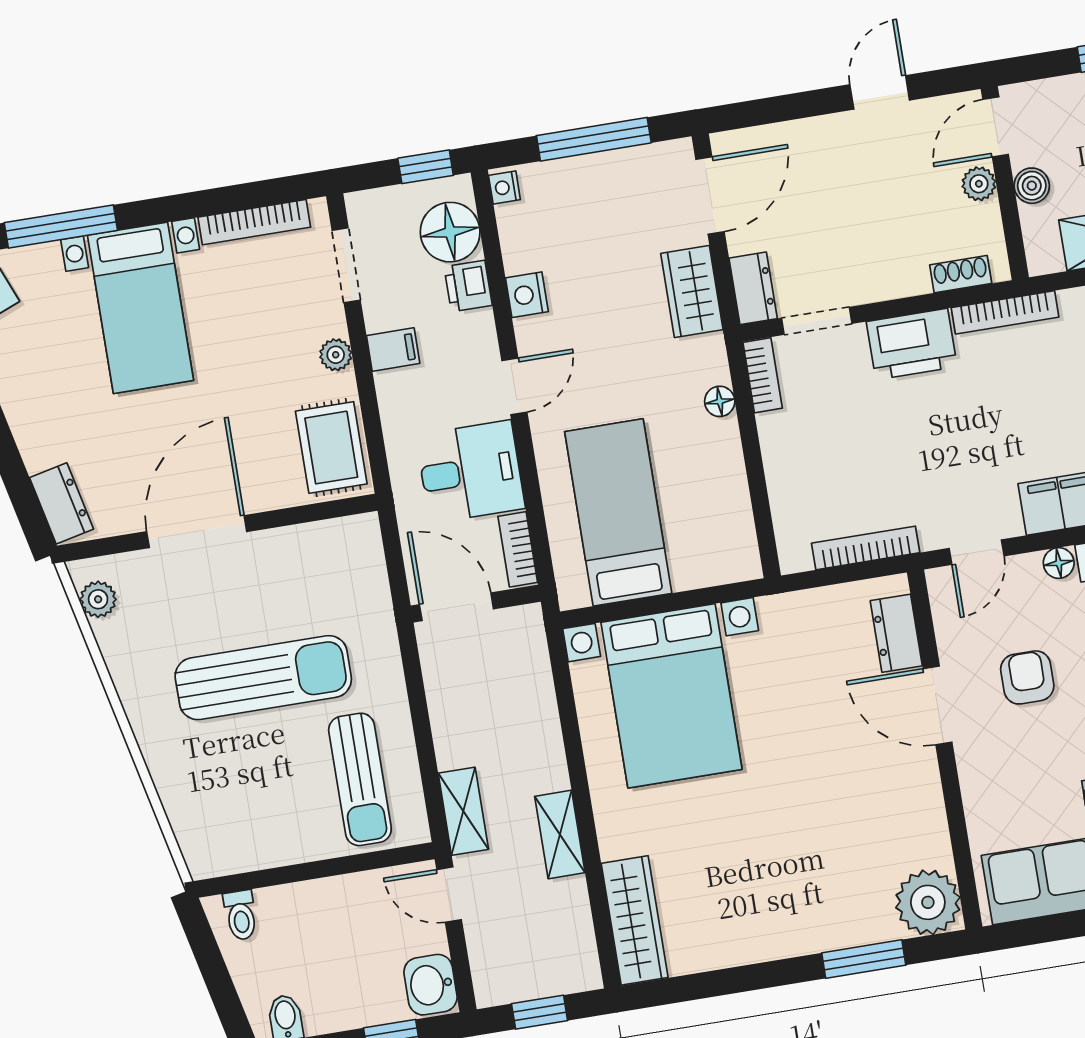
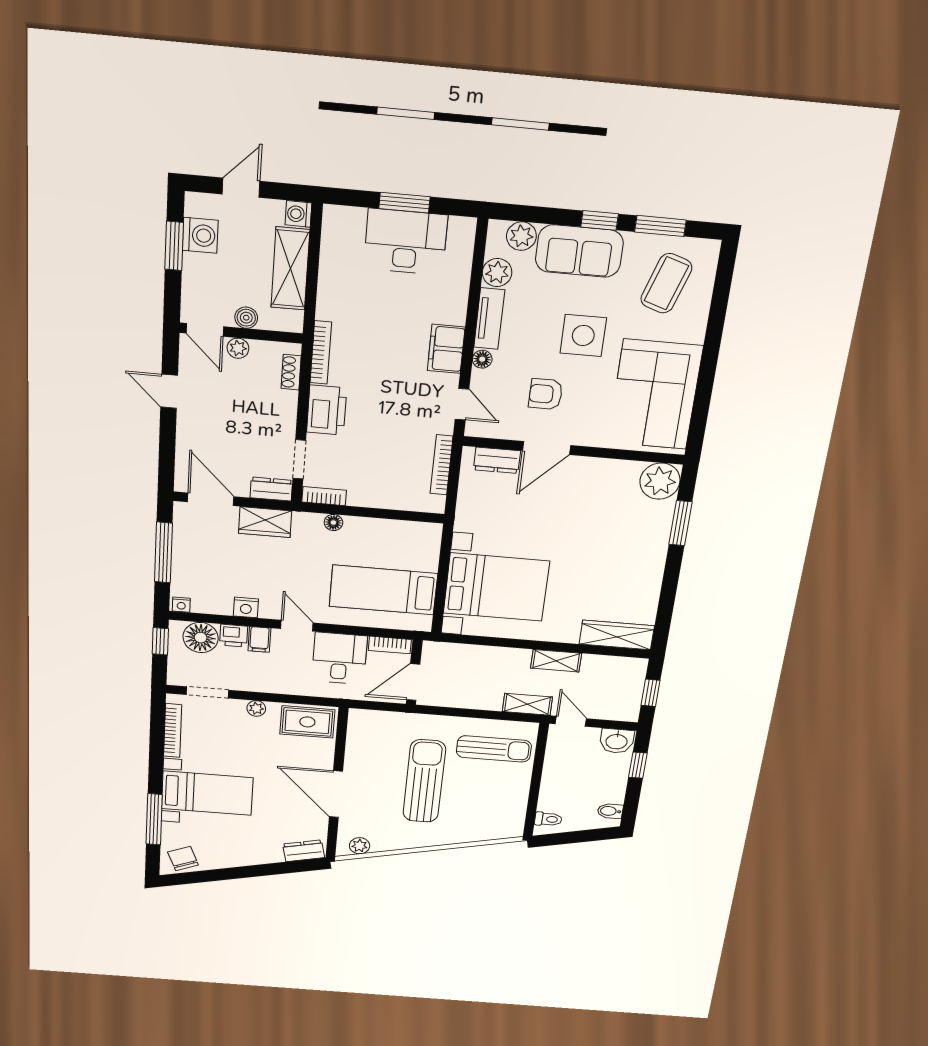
filing cabinet: (393, 350) -> (259, 639), moved, turned 180
door: (449, 895) -> (571, 721), swing flipped

